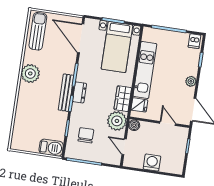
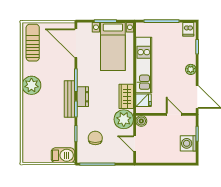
washing machine: (152, 163) -> (188, 143), moved, turned -90

